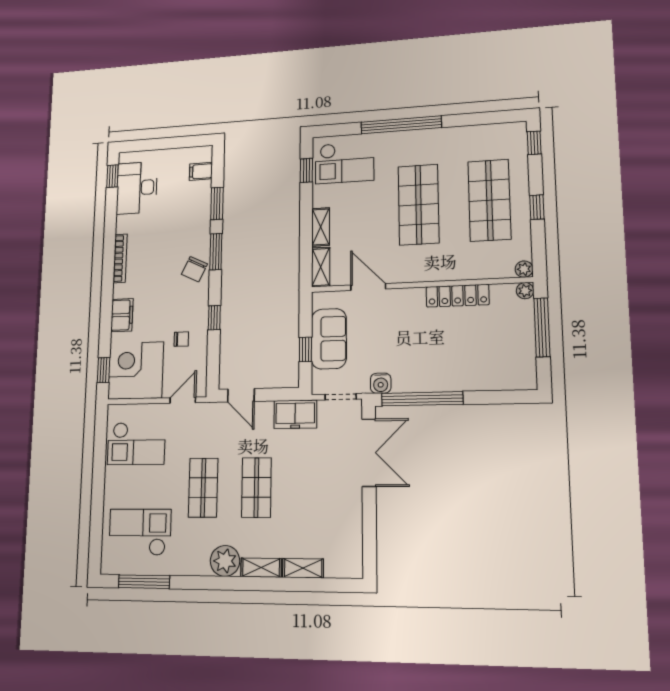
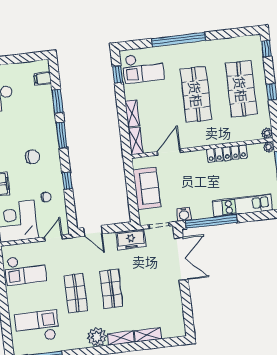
chair: (194, 269) -> (32, 157), moved, turned -116
door: (368, 287) -> (169, 152), hinge flipped
window: (305, 349) -> (132, 197), removed
kitchen unit: (474, 378) -> (242, 205), added

